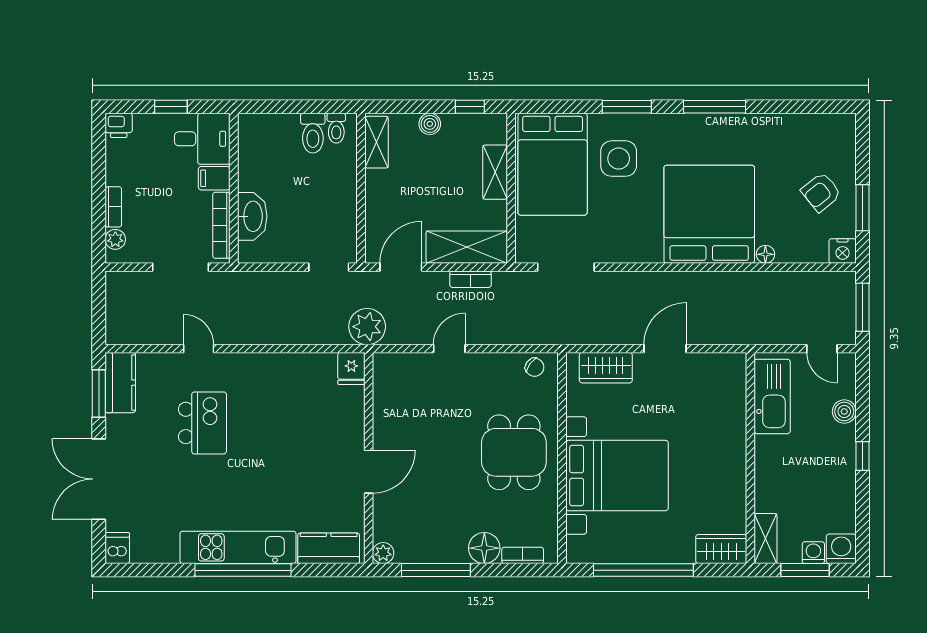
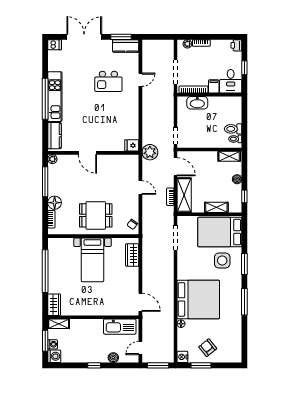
door: (665, 349) -> (140, 302), moved
bed with nightstands: (617, 476) -> (92, 260), width x0.73

